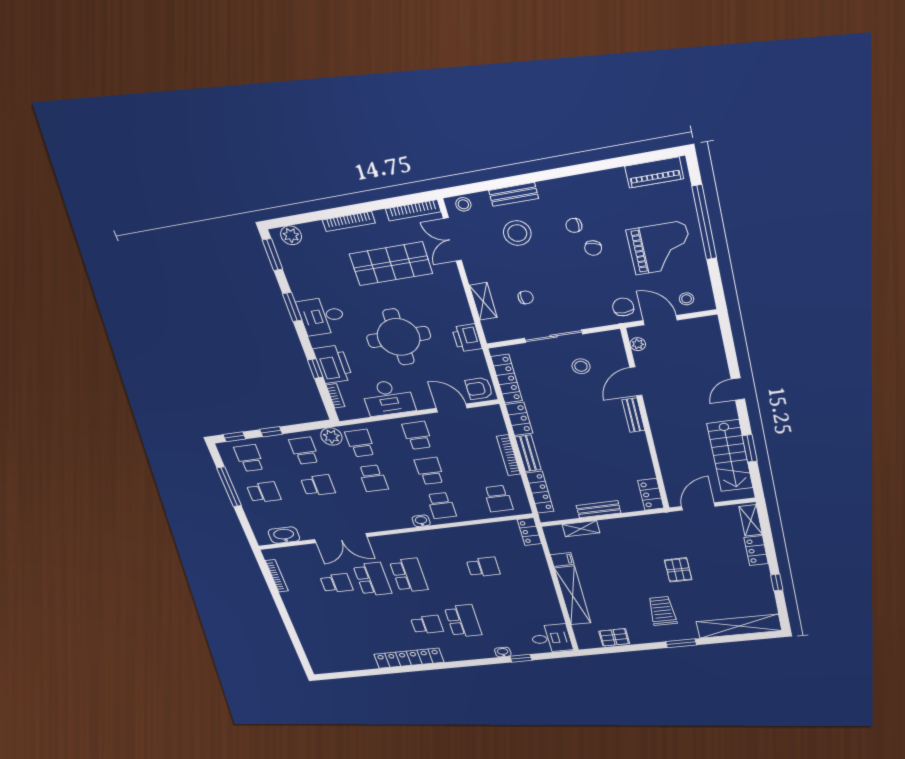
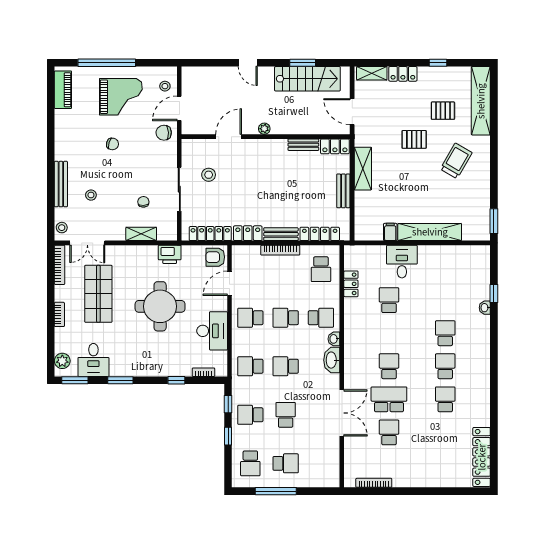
bench: (514, 194) -> (61, 184), width x1.36
bookcase: (349, 221) -> (59, 314), width x0.64
chair: (574, 225) -> (92, 154), removed
stool: (517, 233) -> (91, 195), width x0.53, depth x0.53
grand piano: (660, 248) -> (121, 97), turned 90
desk: (322, 316) -> (93, 360), moved
plant: (638, 344) -> (264, 129), moved
printer: (333, 364) -> (175, 365), removed
door: (636, 381) -> (229, 137), swing flipped
armchair: (479, 388) -> (215, 257), turned 90
bench: (633, 415) -> (303, 145), moved
plant: (331, 436) -> (240, 388), removed
window: (234, 437) -> (228, 404), moved
school desk: (249, 458) -> (250, 463), turned -90
school desk: (373, 478) -> (286, 366), turned 180
school desk: (264, 492) -> (286, 463), turned 90
school desk: (498, 499) -> (321, 269), turned 90
shelving: (581, 529) -> (363, 169), moved, width x1.50, depth x1.33
locker: (529, 532) -> (351, 284), moved, turned -90
washbasin: (284, 535) -> (332, 360), moved
school desk: (409, 575) -> (389, 366), width x0.54
trolley: (662, 611) -> (456, 161), turned 120
school desk: (463, 621) -> (445, 333), width x0.54
school desk: (391, 628) -> (445, 399), added
pallet: (614, 637) -> (443, 111), moved, turned 90
desk: (551, 638) -> (402, 262), moved
window: (681, 643) -> (494, 221), moved
locker: (409, 658) -> (482, 457), moved

